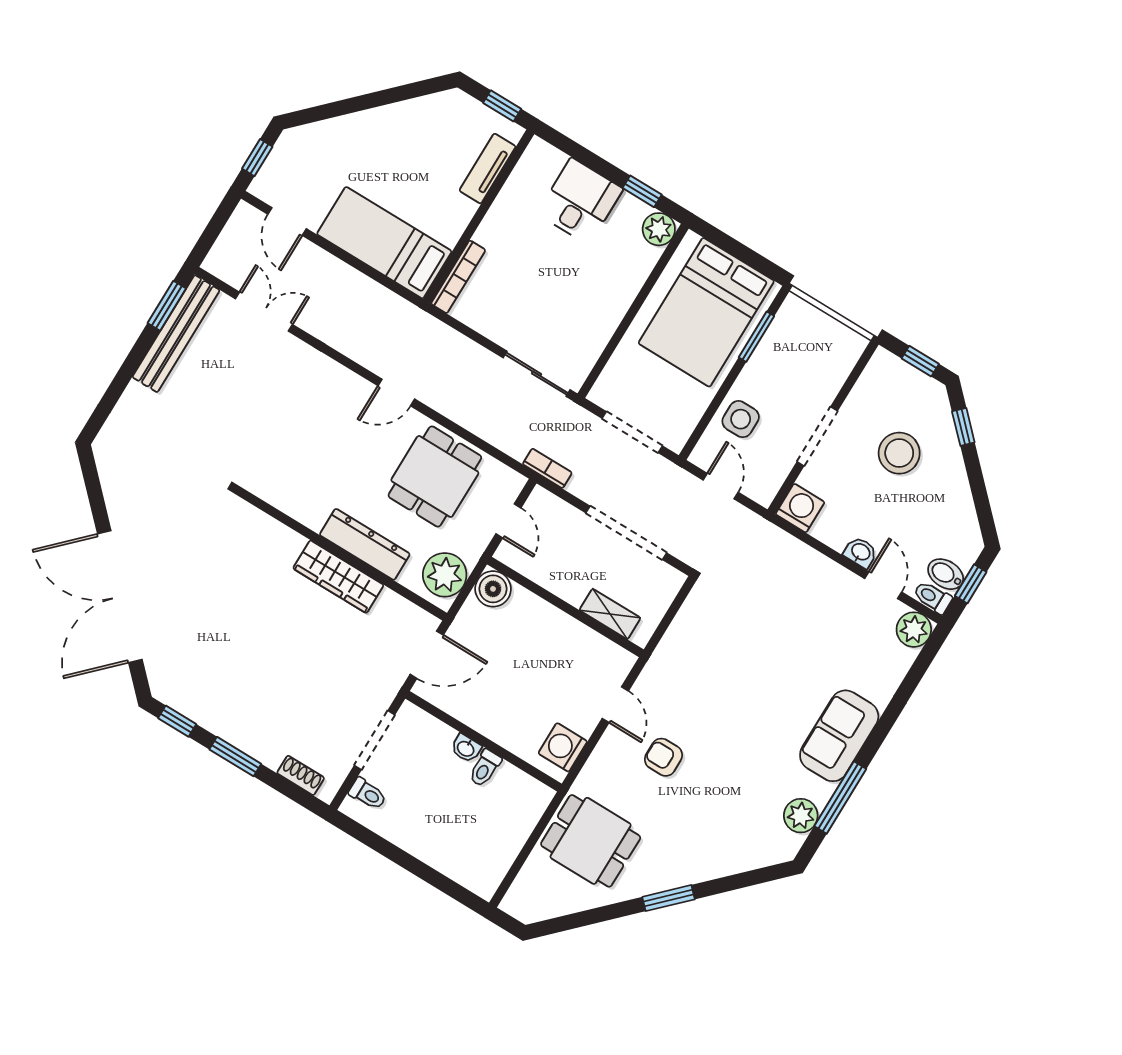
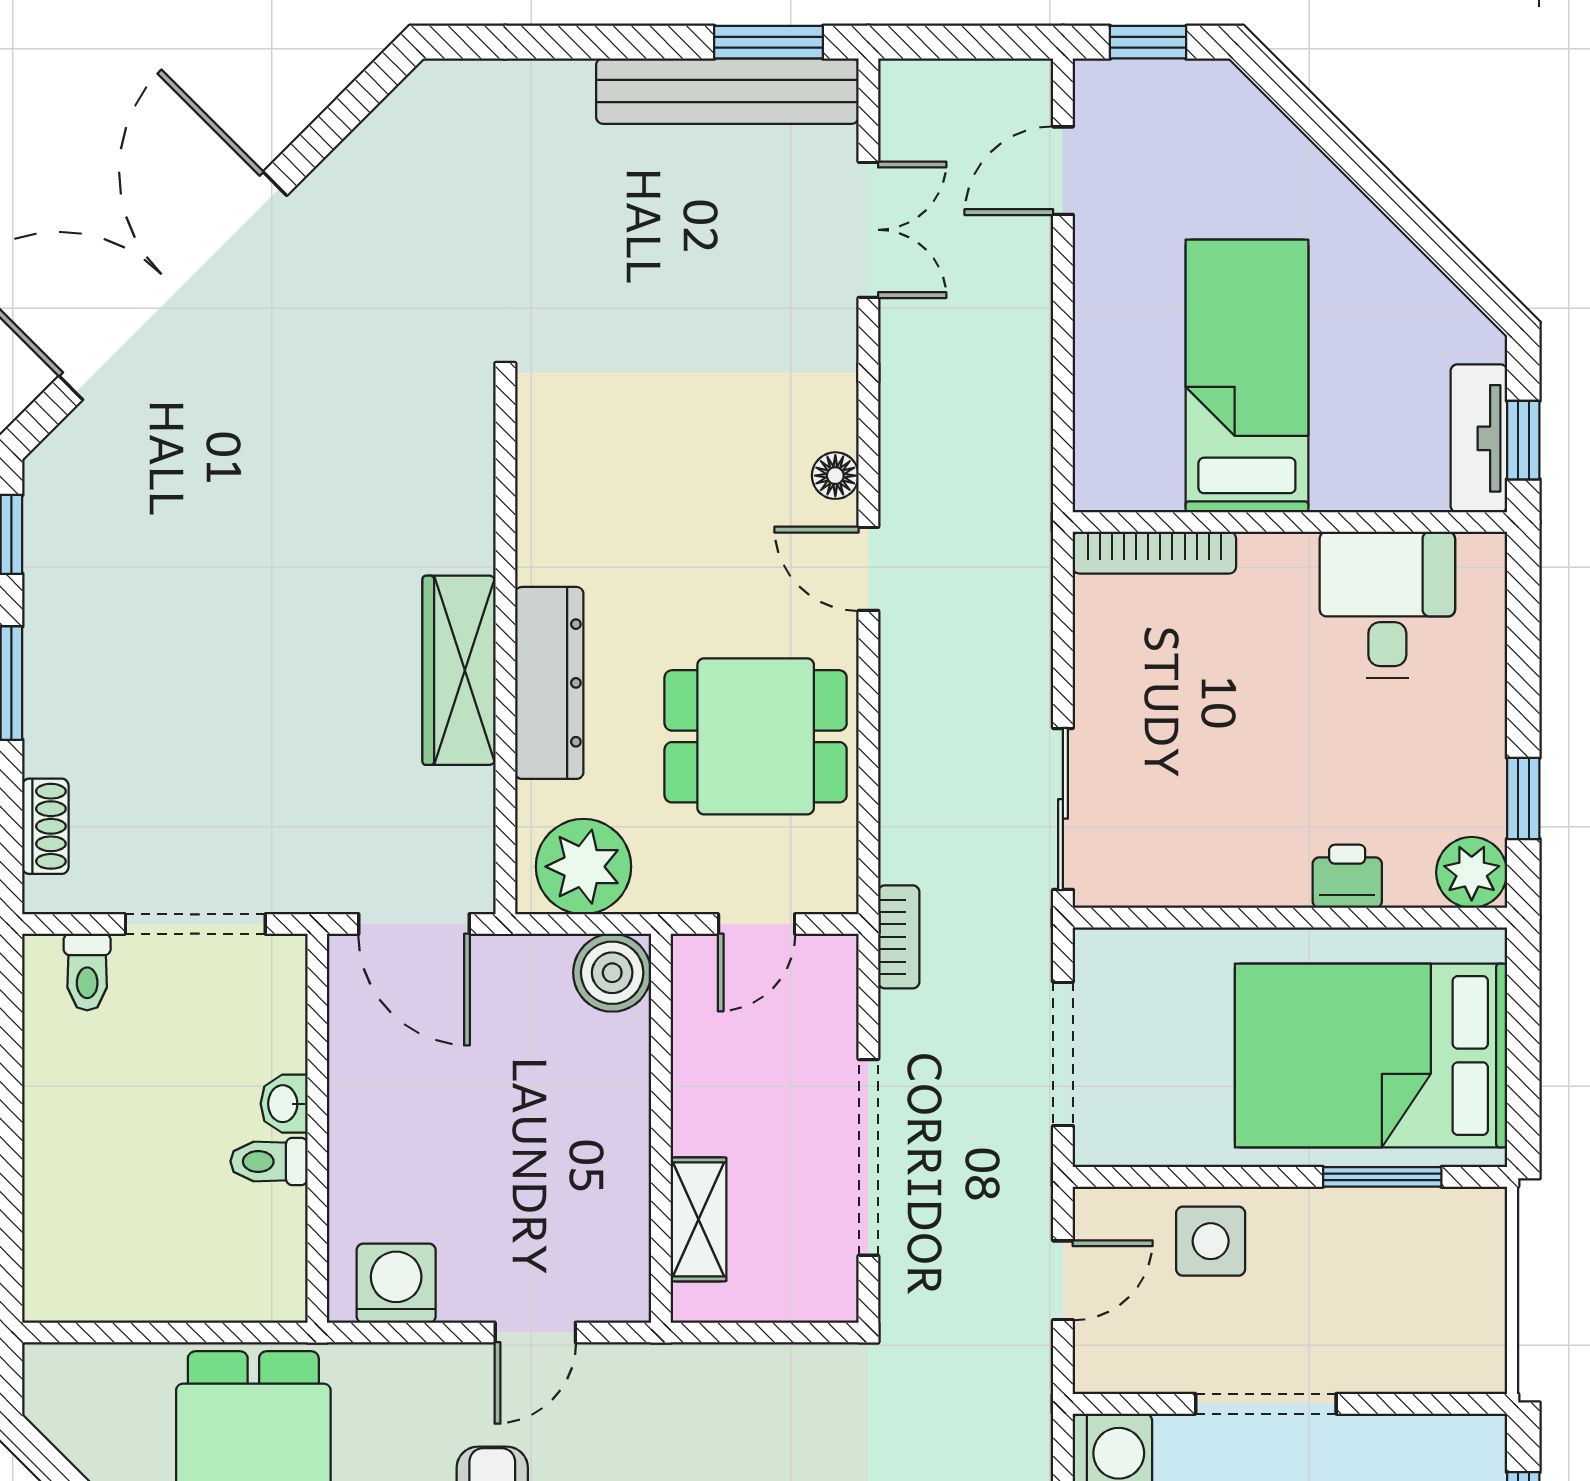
tv unit: (488, 169) -> (1479, 438), moved, turned -90
desk: (580, 201) -> (1387, 605), moved, turned -90
bed: (384, 243) -> (1247, 376), moved
printer: (631, 279) -> (1347, 876), added
floor lamp: (352, 383) -> (835, 476), added

